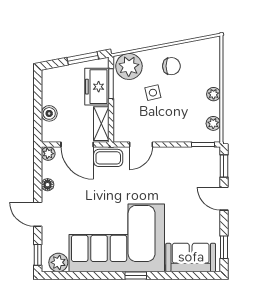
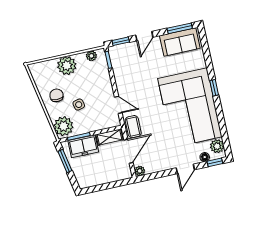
plant: (214, 94) -> (67, 66), width x1.88, depth x1.88
boiler: (49, 113) -> (110, 177), removed
floor lamp: (48, 185) -> (205, 157), moved
window: (224, 247) -> (180, 28), width x1.50
sofa: (191, 257) -> (180, 42), moved, turned -90

